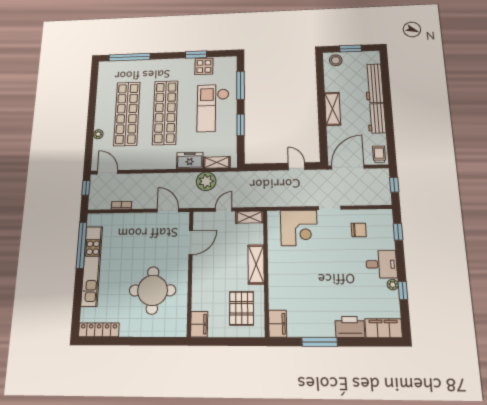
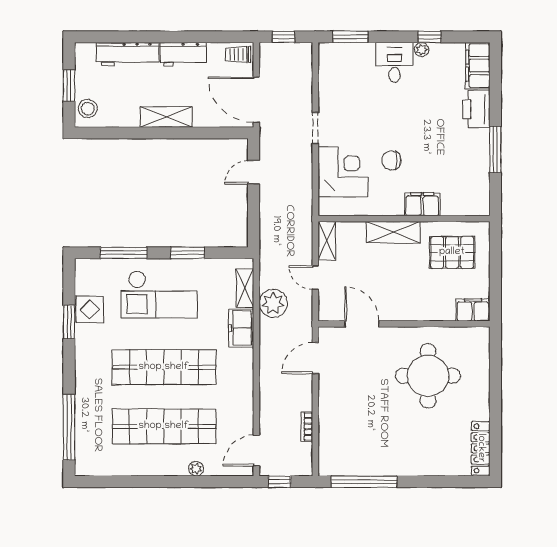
chair: (359, 230) -> (391, 161), moved, turned -90
window: (398, 232) -> (350, 37), width x1.50
kitchen unit: (92, 266) -> (394, 465), removed
filing cabinet: (278, 324) -> (422, 204), moved

